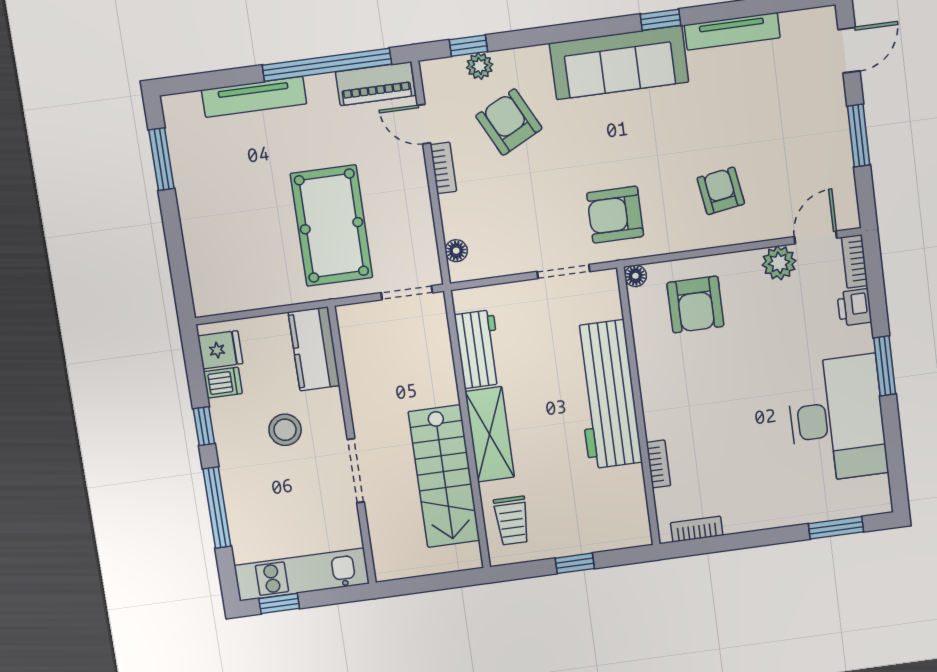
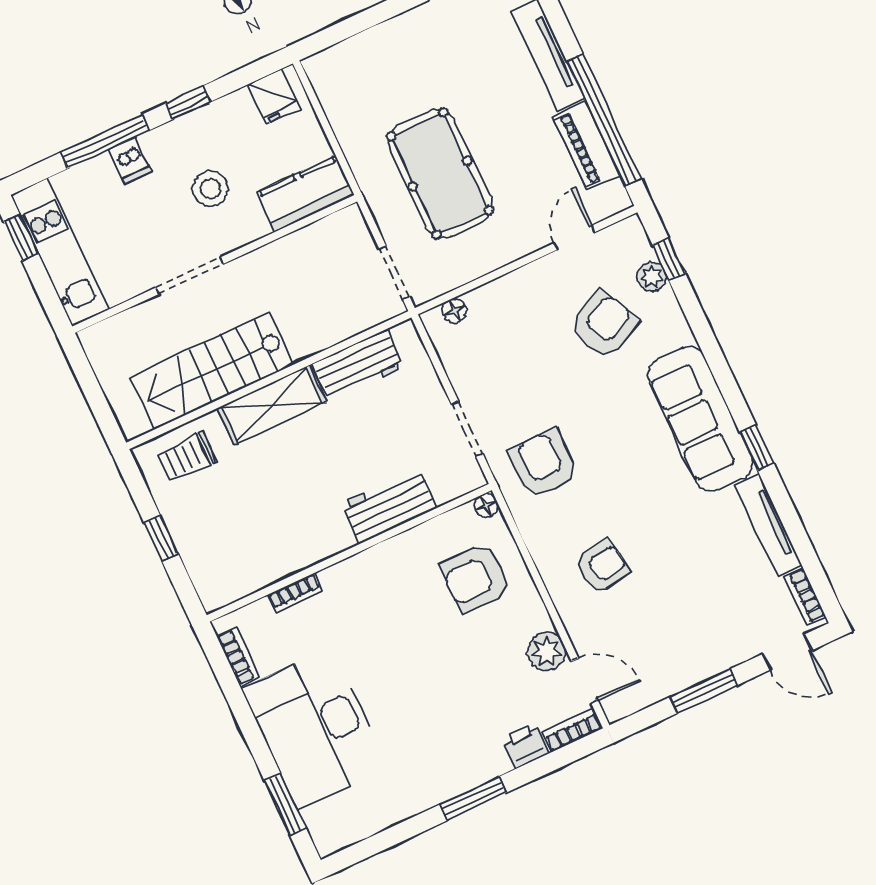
piano: (375, 84) -> (586, 146), moved
bookcase: (443, 168) -> (805, 597), moved, turned 90
pool table: (331, 226) -> (440, 174), turned 90
dishwasher: (223, 383) -> (130, 160), moved
workbench: (607, 394) -> (389, 506), width x0.53, depth x0.76
desk: (837, 419) -> (315, 729), moved, turned 90

